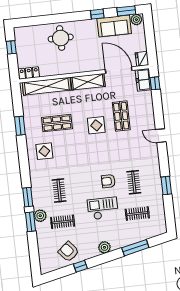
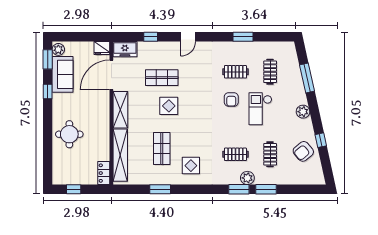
window: (155, 83) -> (151, 37), moved
plant: (40, 216) -> (247, 178), moved

